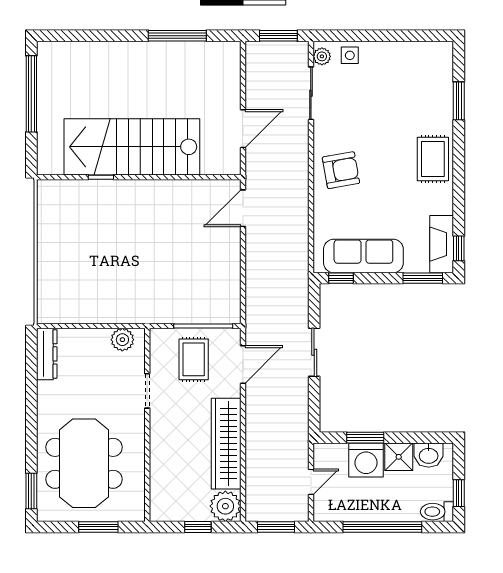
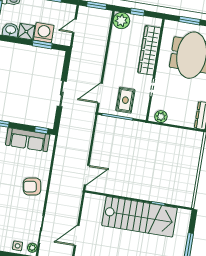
door: (243, 129) -> (77, 235), moved
wardrobe: (226, 444) -> (149, 50), moved, turned 180

